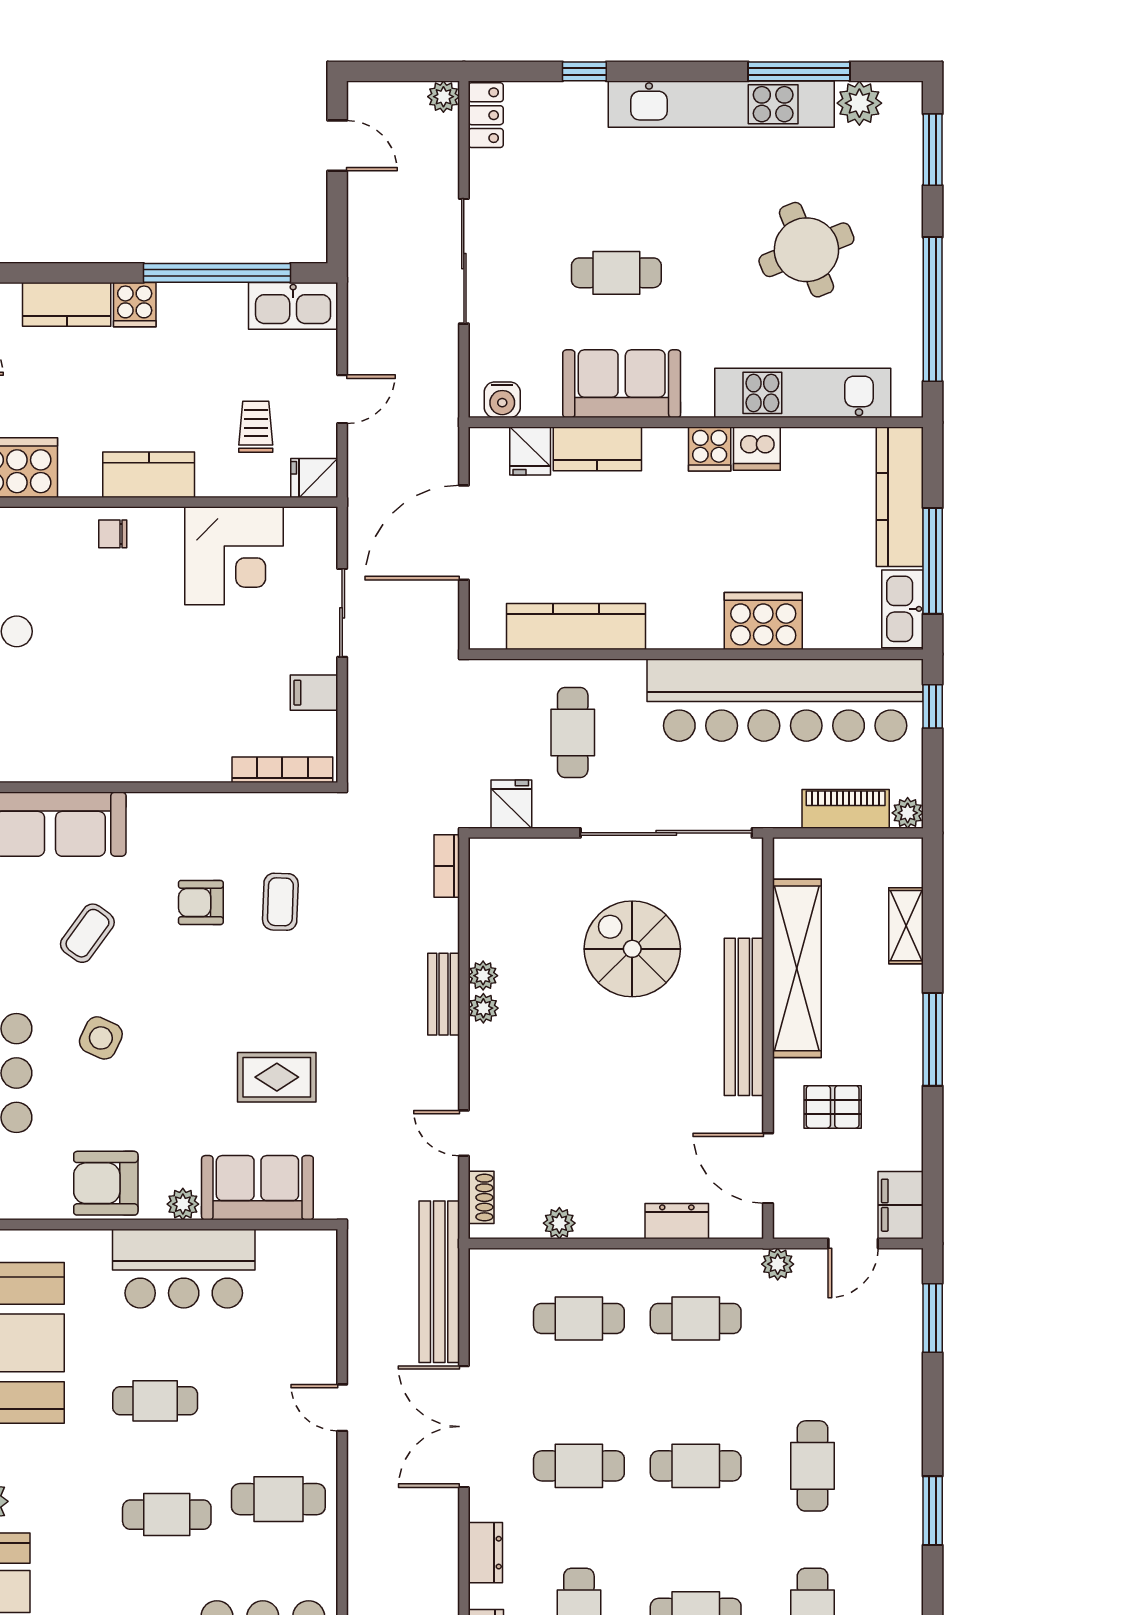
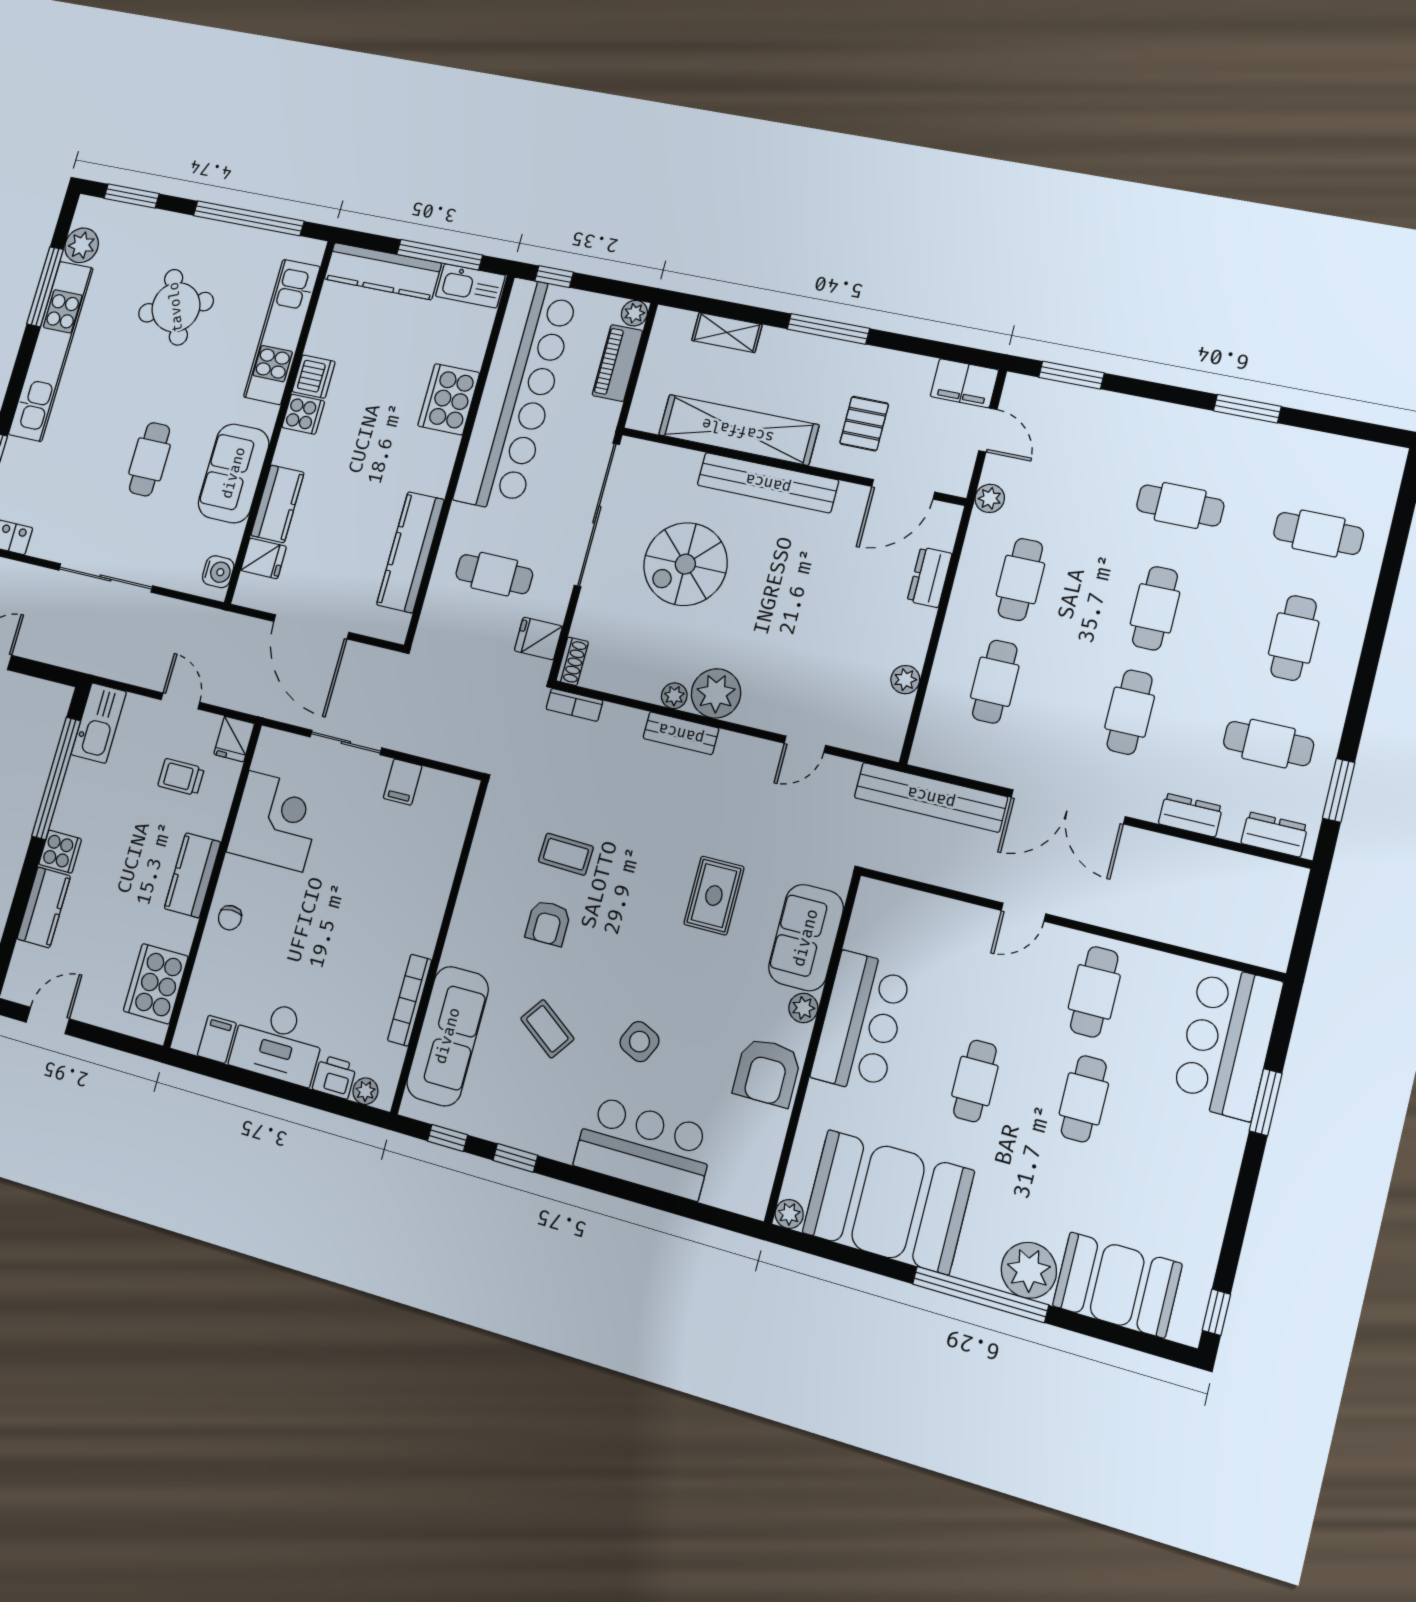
bookcase: (282, 770) -> (410, 1000), moved
plant: (483, 1008) -> (716, 693), width x1.88, depth x1.88
shoe rack: (481, 1197) -> (572, 661), moved, turned 90

